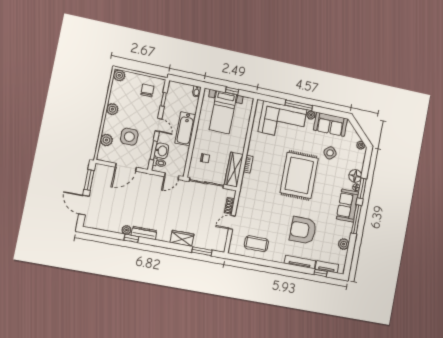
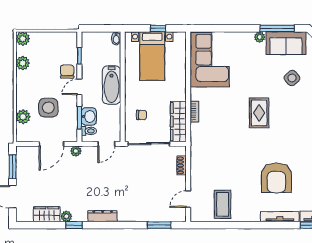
chair: (147, 90) -> (67, 72), moved
window: (299, 105) -> (277, 28), moved
plant: (112, 109) -> (23, 63), moved
corner sofa: (282, 121) -> (210, 60), moved, turned -90
door: (159, 125) -> (79, 87), swing flipped
rug: (299, 175) -> (259, 113), width x0.54, depth x0.49
plant: (145, 177) -> (76, 151), added
door: (232, 222) -> (188, 199), moved
armchair: (303, 230) -> (276, 178), turned -90
dresser: (144, 233) -> (103, 216), moved
wardrobe: (182, 238) -> (47, 214), moved
coffee table: (256, 244) -> (223, 204), turned 90

